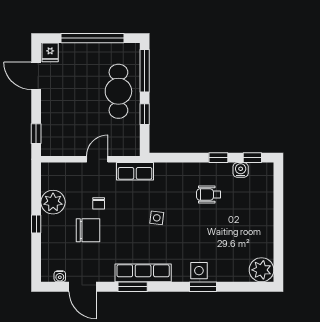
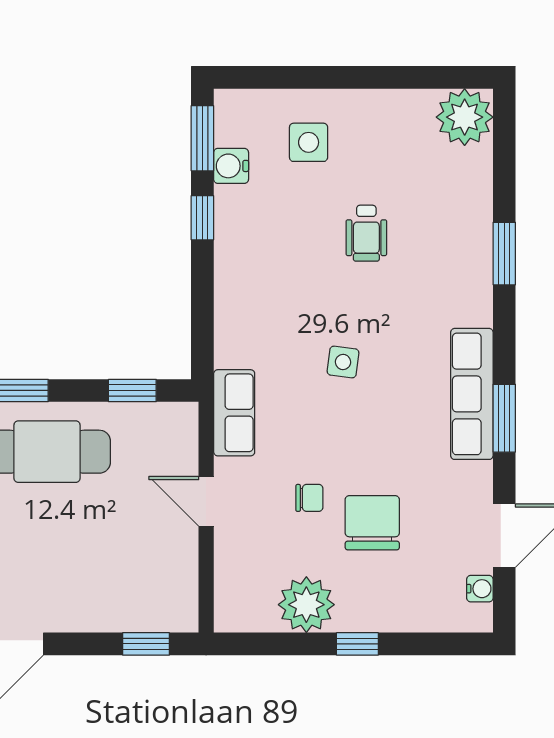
window: (145, 114) -> (132, 390), moved
window: (252, 158) -> (202, 138), width x1.50
wheelchair: (209, 195) -> (366, 233), moved
side table: (199, 271) -> (309, 142), moved

